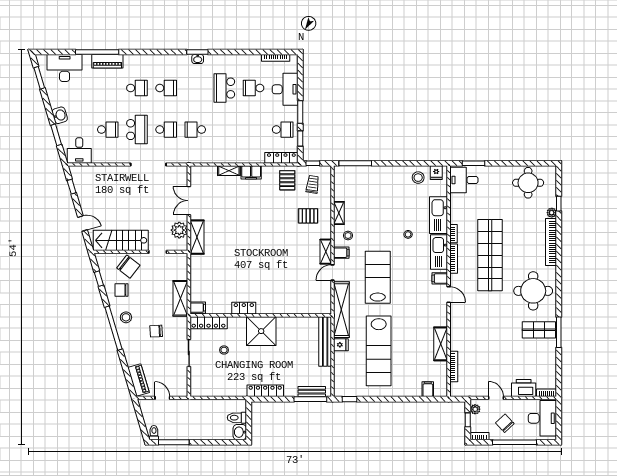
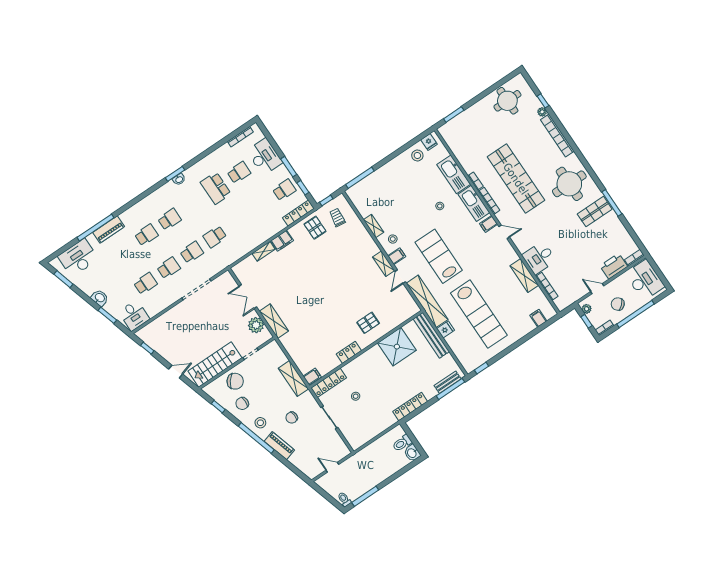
school desk: (254, 88) -> (239, 173), turned 180
school desk: (137, 130) -> (169, 268), width x0.54
desk: (464, 180) -> (539, 258), moved
pallet: (308, 216) -> (368, 323), moved
shower: (261, 331) -> (397, 347), moved
piano: (138, 380) -> (279, 446), moved

